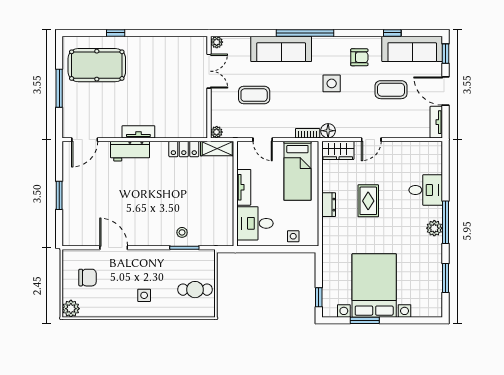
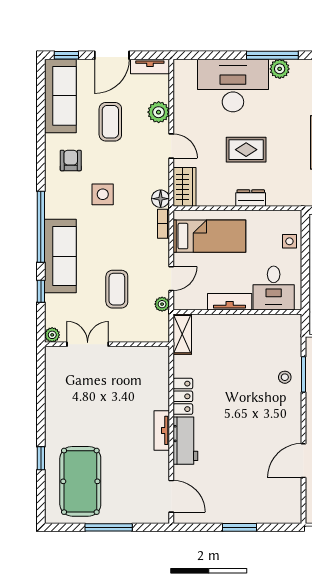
window: (392, 33) -> (41, 291), moved
plant: (399, 129) -> (159, 112), added
plant: (217, 132) -> (162, 304), moved
locker: (184, 149) -> (183, 396), moved
desk: (426, 190) -> (233, 85), width x1.87, depth x1.30

